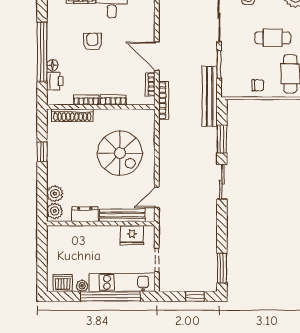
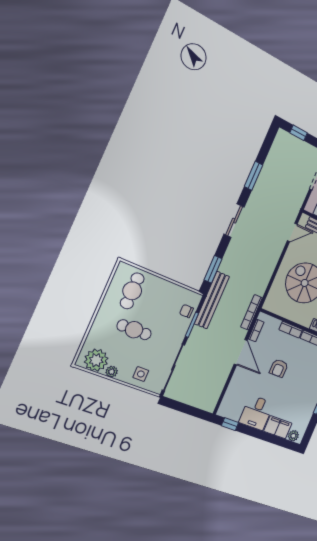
armchair: (93, 42) -> (279, 368), moved
chair: (258, 85) -> (186, 311), moved
window: (222, 139) -> (213, 269), moved
window: (222, 268) -> (254, 176), moved

